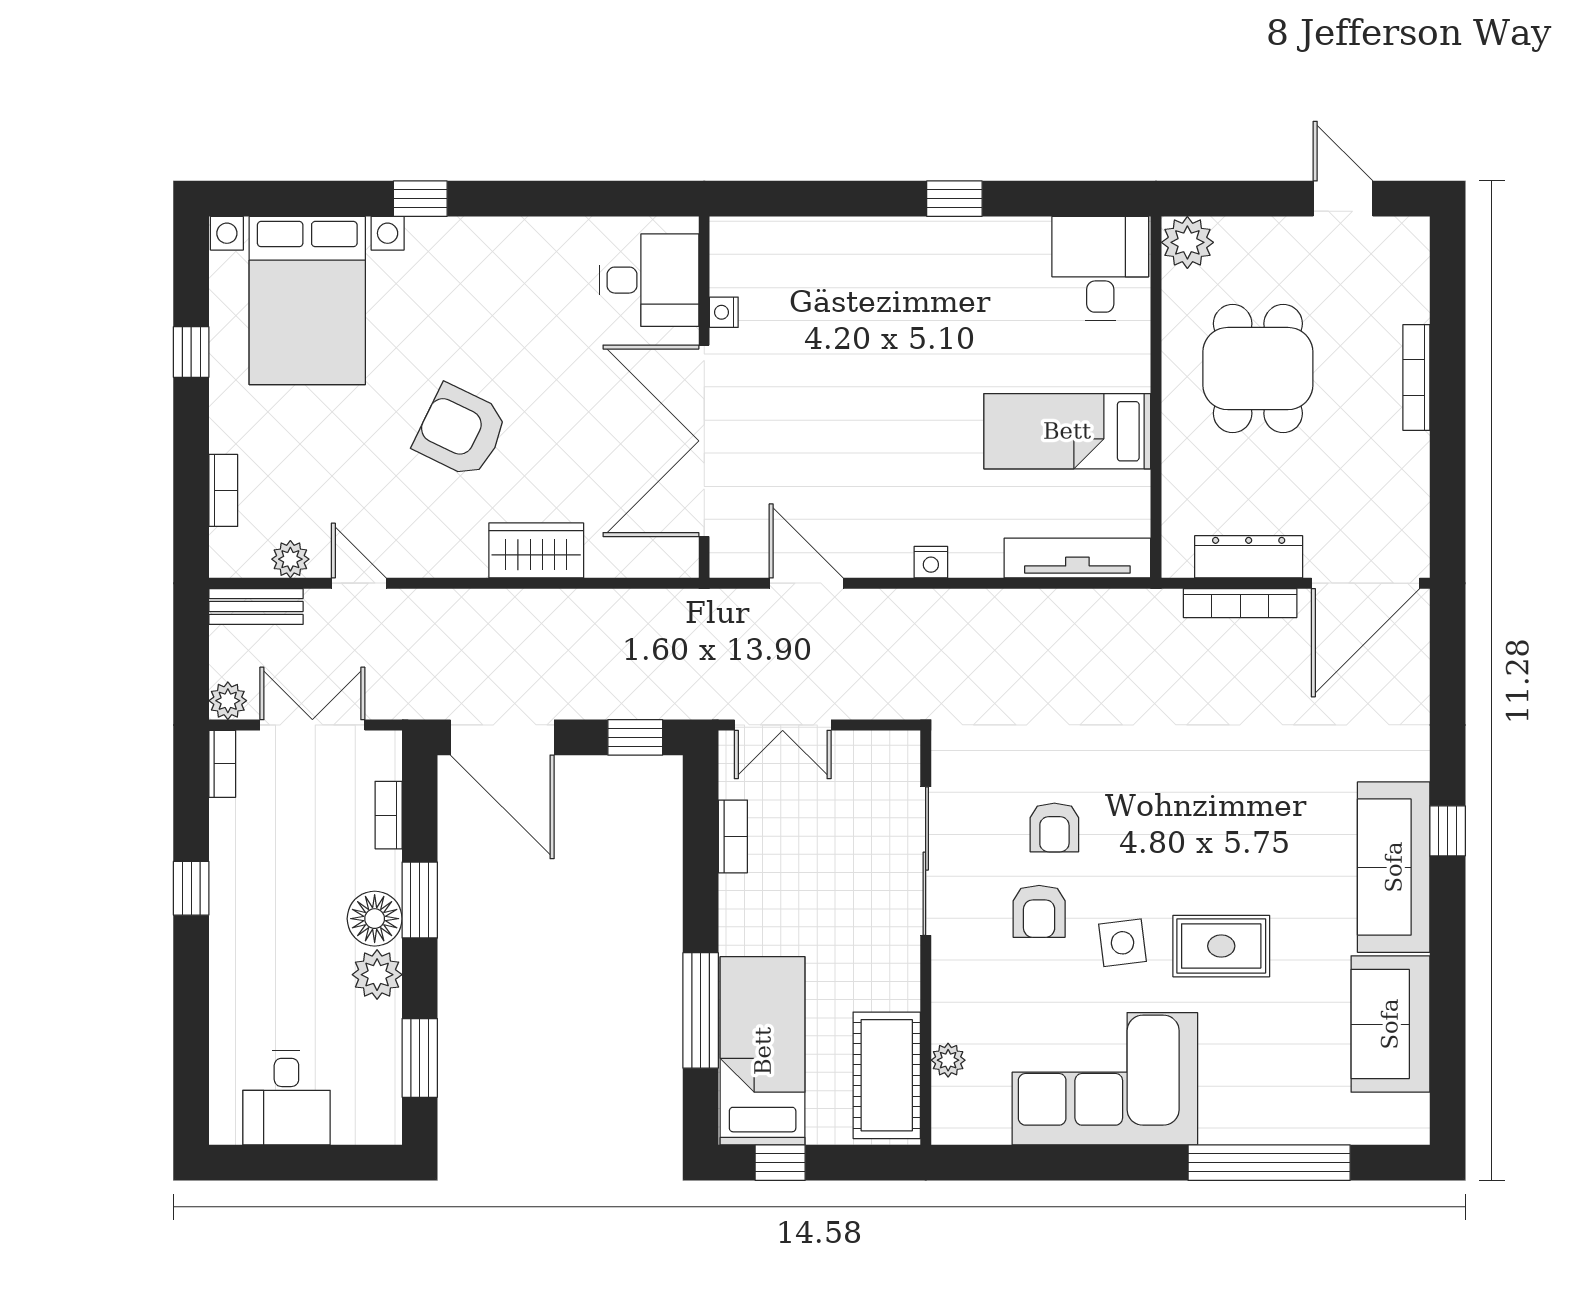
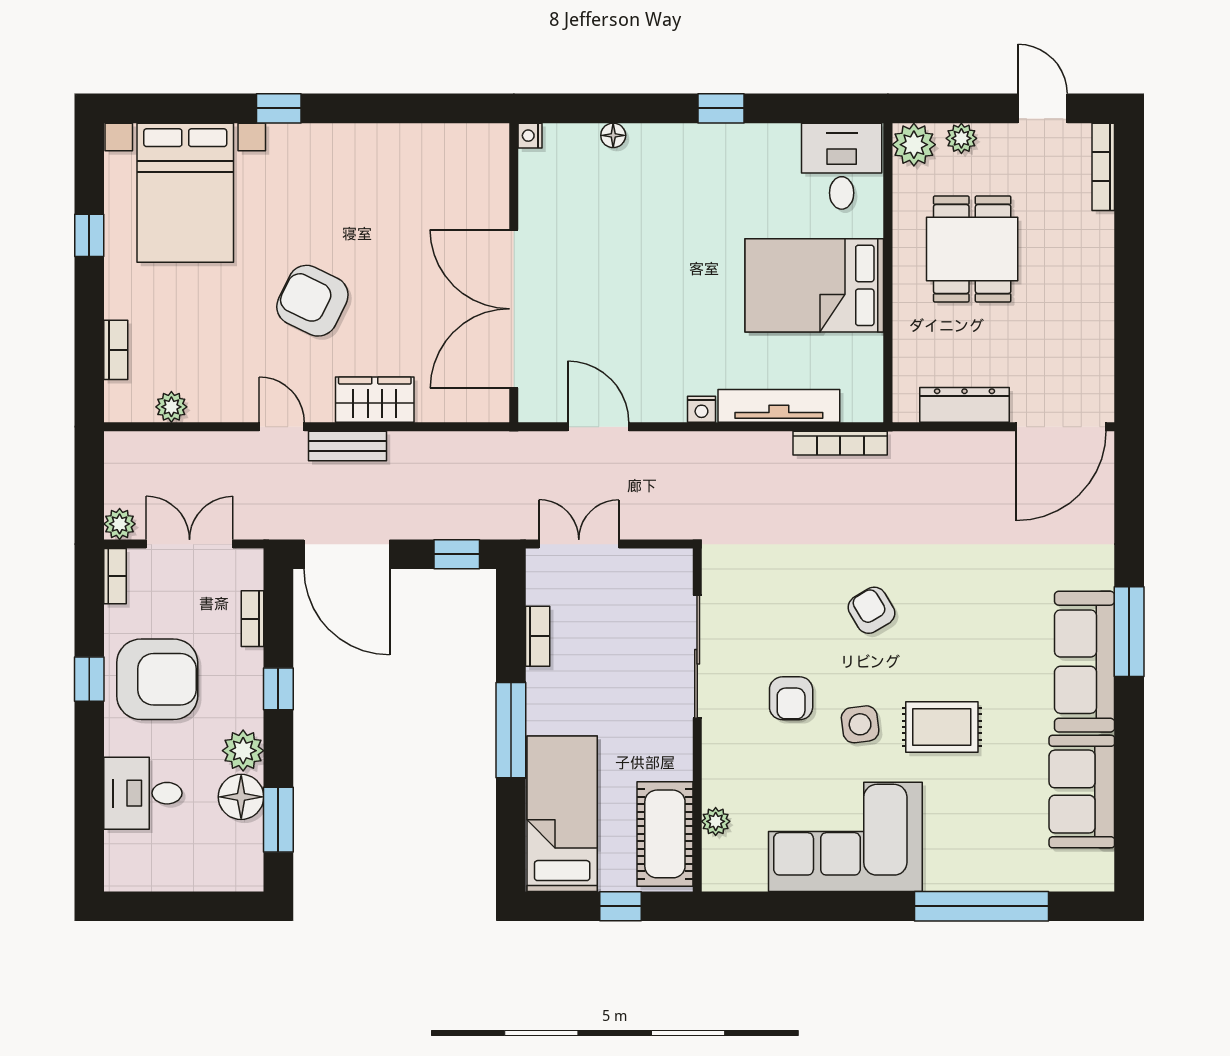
floor lamp: (824, 231) -> (613, 135), added
plant: (1245, 235) -> (961, 138), added
desk: (649, 280) -> (468, 176), removed
nightstand: (724, 312) -> (530, 136), moved
bookcase: (1416, 378) -> (1103, 167), moved
bed: (1067, 431) -> (814, 285), width x1.50
tv unit: (1077, 558) -> (779, 406), moved
door: (359, 583) -> (282, 427), moved
bookcase: (1240, 603) -> (840, 443), moved
bench: (256, 607) -> (348, 446), moved
double door: (783, 725) -> (579, 544), swing flipped
armchair: (1054, 827) -> (871, 610), moved, turned 149
window: (1448, 831) -> (1129, 632), width x2.17
armchair: (273, 888) -> (157, 679), added
window: (420, 900) -> (278, 689), width x0.67
floor lamp: (375, 919) -> (241, 797), moved
window: (701, 1010) -> (511, 730), moved
desk: (286, 1098) -> (143, 793), moved, turned 90
window: (780, 1163) -> (621, 906), moved

